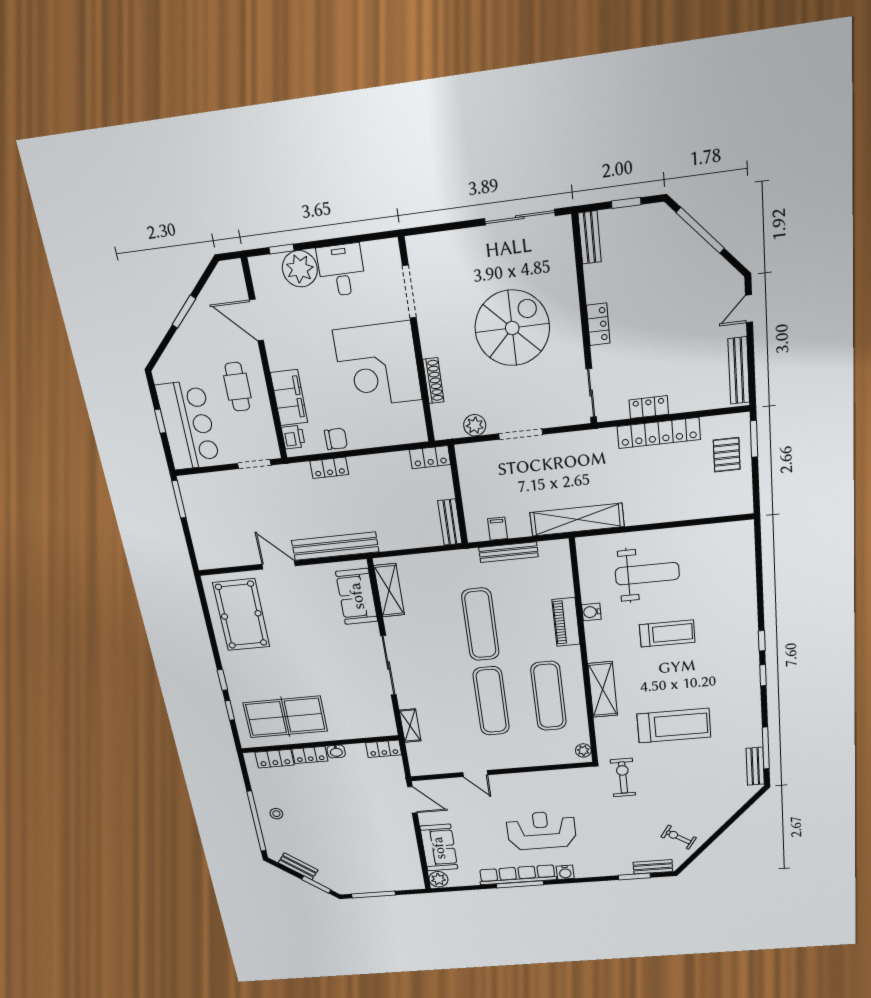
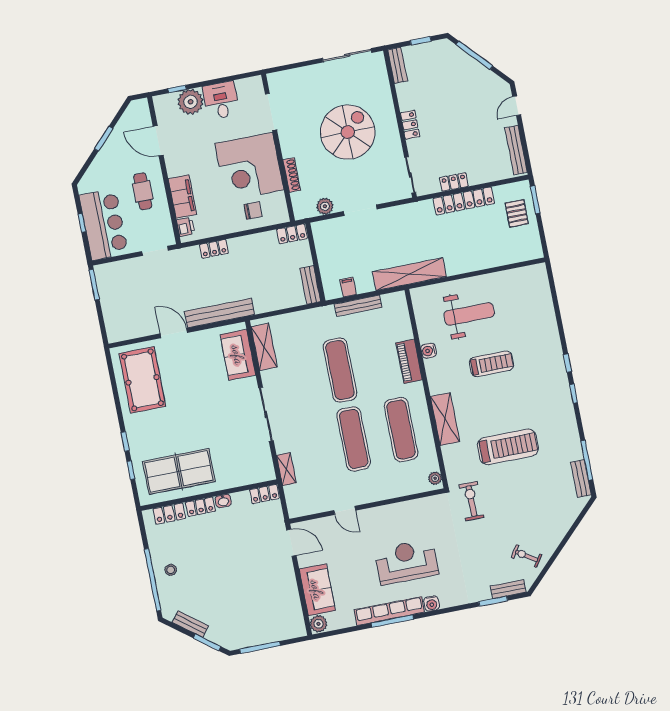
chair: (336, 439) -> (253, 210), moved

